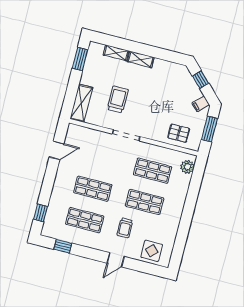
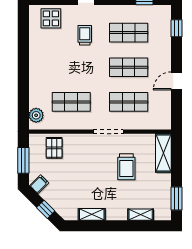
shelving: (141, 59) -> (92, 214), moved
pallet: (179, 133) -> (54, 148), turned 90
door: (57, 150) -> (176, 81), moved
shop shelf: (145, 202) -> (129, 102), moved

